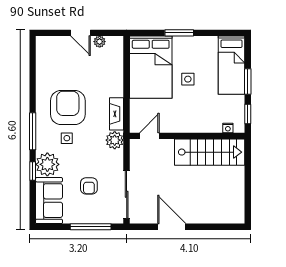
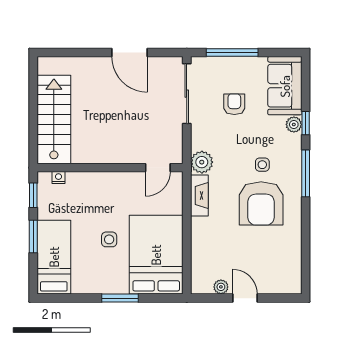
stairs: (210, 152) -> (54, 120), moved, turned 90
plant: (47, 164) -> (294, 124), width x0.53, depth x0.53

